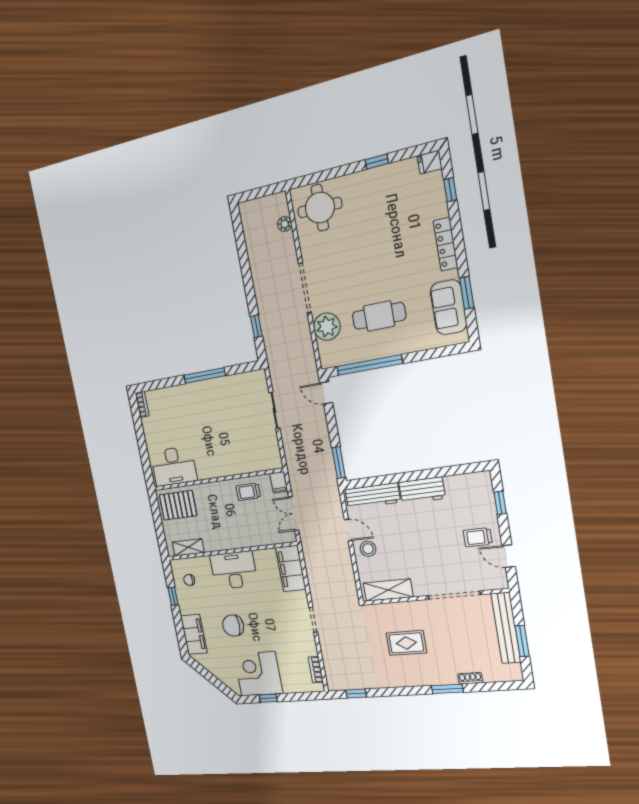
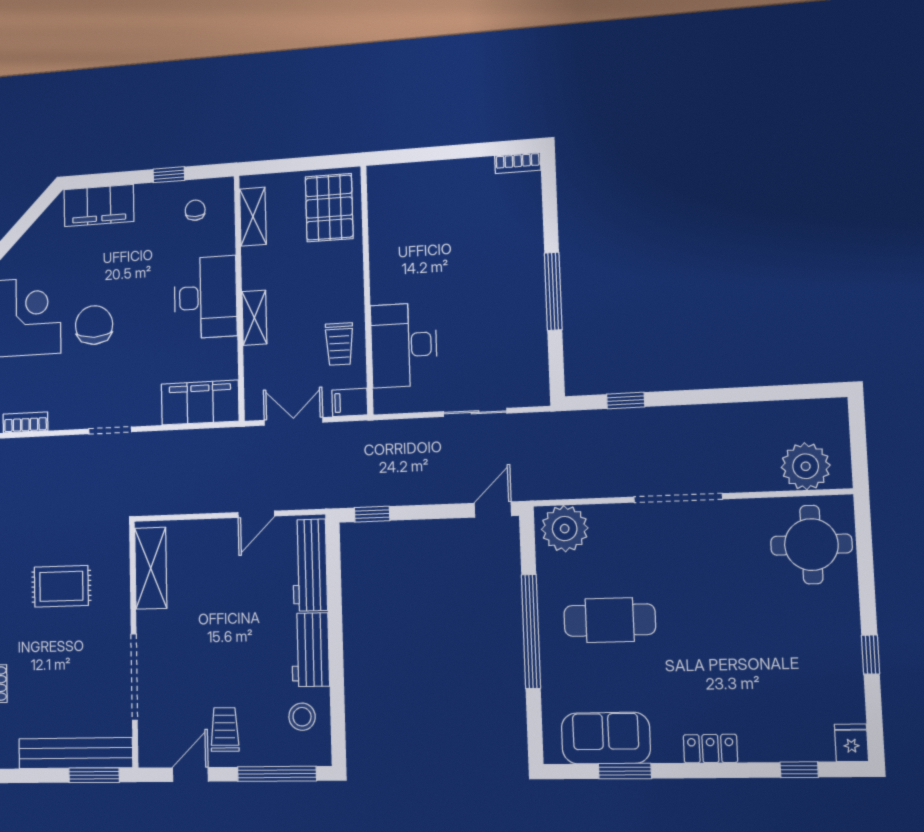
plant: (285, 224) -> (806, 466), width x1.88, depth x1.88
locker: (446, 244) -> (710, 749), width x0.66
cafe table: (379, 316) -> (610, 620), turned 90
plant: (327, 327) -> (565, 529), moved
window: (369, 365) -> (531, 631), moved
window: (339, 463) -> (372, 514), width x0.67
desk: (174, 466) -> (404, 345), moved
trolley: (248, 492) -> (339, 344), turned 180
window: (500, 503) -> (277, 774), width x2.17
shelving: (241, 542) -> (254, 318), added
stool: (368, 549) -> (302, 717), moved
chair: (233, 626) -> (94, 325), moved
window: (522, 641) -> (94, 775), moved
rug: (406, 643) -> (61, 586), turned 90

